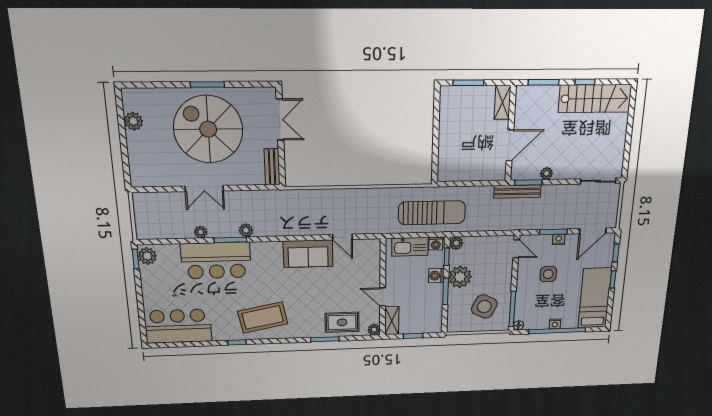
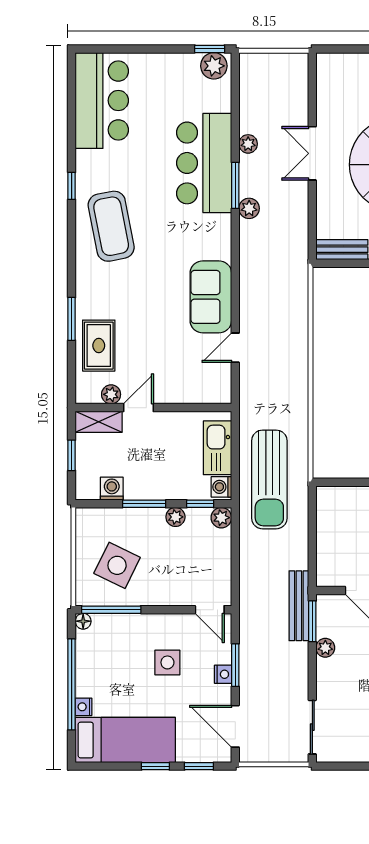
door: (516, 249) -> (210, 610), hinge flipped
washing machine: (436, 276) -> (112, 489), moved
plant: (460, 277) -> (175, 517), width x0.53, depth x0.53
nightstand: (555, 324) -> (83, 707), moved
plant: (374, 330) -> (111, 394), moved

